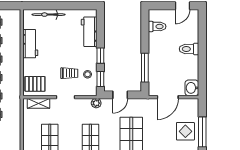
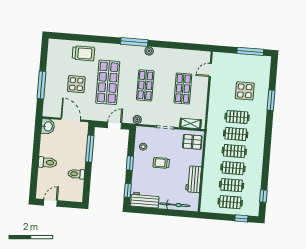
toilet: (157, 26) -> (76, 174), moved
workbench: (89, 32) -> (145, 200), moved, turned -90
trolley: (69, 73) -> (161, 163), moved
window: (100, 79) -> (128, 190), moved
door: (168, 97) -> (71, 120), hinge flipped
display table: (185, 131) -> (76, 84), moved

